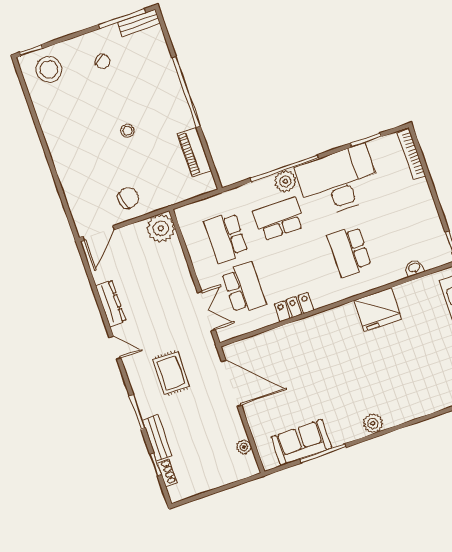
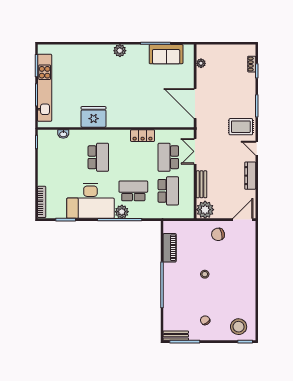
school desk: (279, 219) -> (133, 191), turned 180
rug: (171, 373) -> (241, 127), moved, turned 90
bench: (157, 438) -> (202, 184), moved

